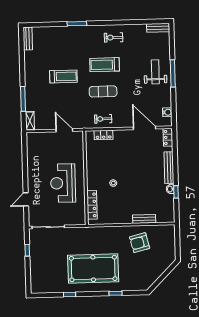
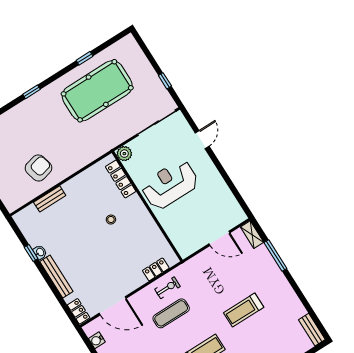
exercise mat: (103, 91) -> (171, 313), moved
door: (64, 130) -> (219, 238), moved
reception desk: (63, 183) -> (170, 184), turned -90
plant: (80, 220) -> (124, 154), added
pool table: (93, 268) -> (97, 91), moved

